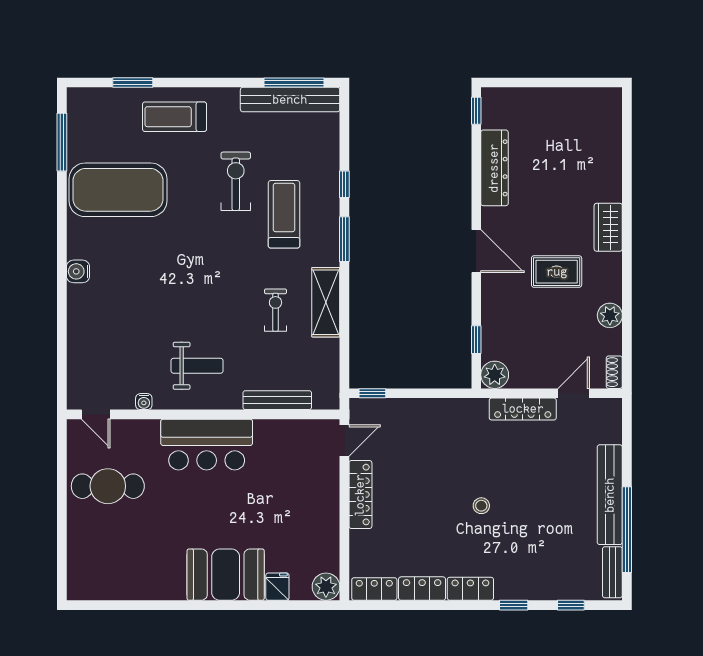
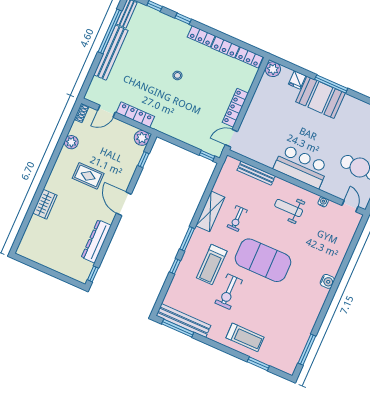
exercise mat: (118, 190) -> (263, 260), moved
wardrobe: (608, 227) -> (45, 204), moved
window: (217, 605) -> (331, 84), added

